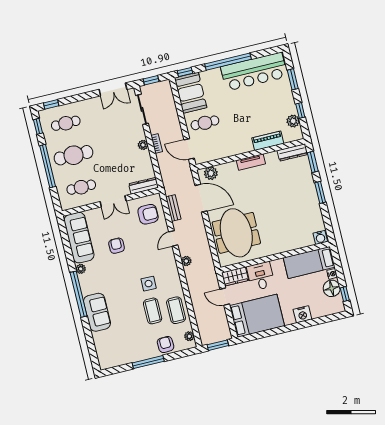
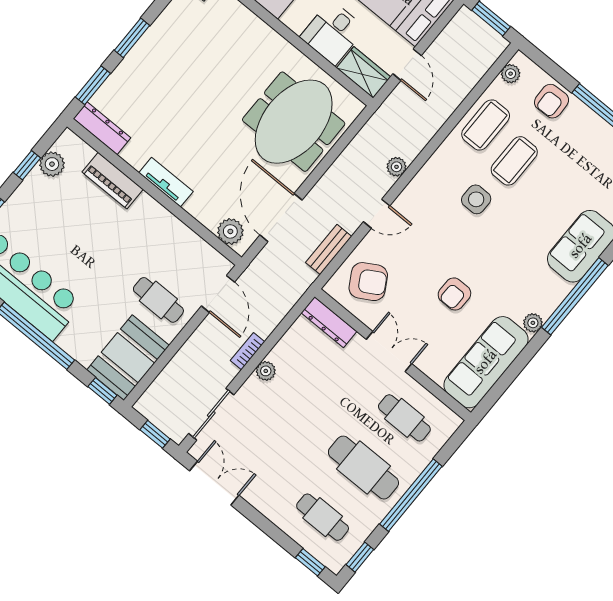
armchair: (148, 214) -> (368, 282), turned 150

